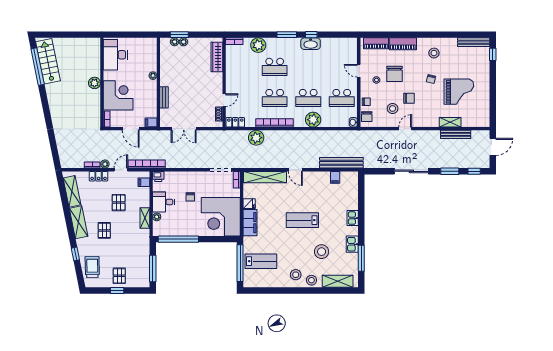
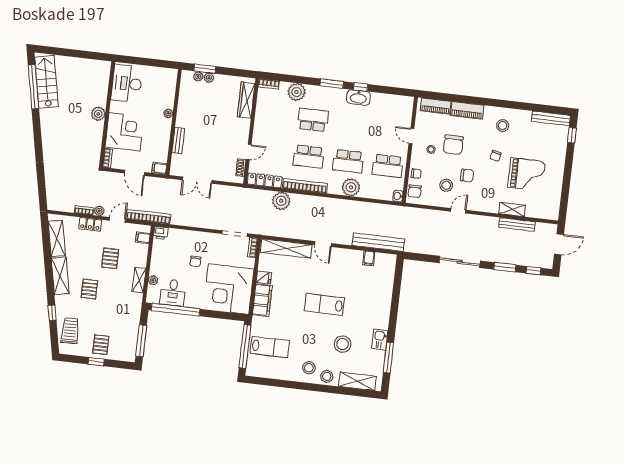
school desk: (275, 67) -> (313, 120), turned 180
locker: (235, 122) -> (265, 180), width x1.53
desk: (164, 202) -> (173, 293), moved, turned -90
kitchen sink: (353, 218) -> (384, 309), removed

